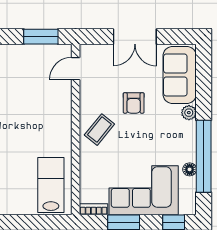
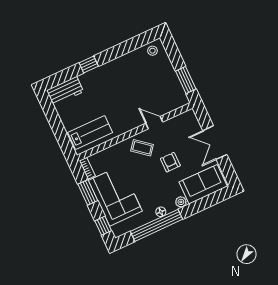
door: (76, 69) -> (154, 123), moved
armchair: (134, 103) -> (170, 162), turned 90
floor lamp: (190, 169) -> (161, 212), moved

